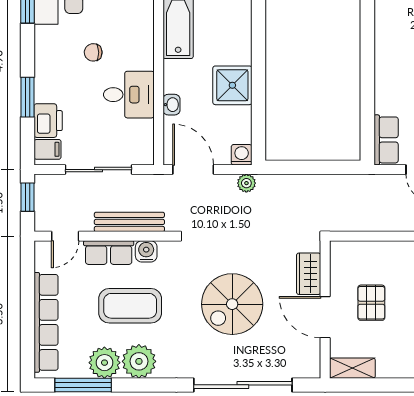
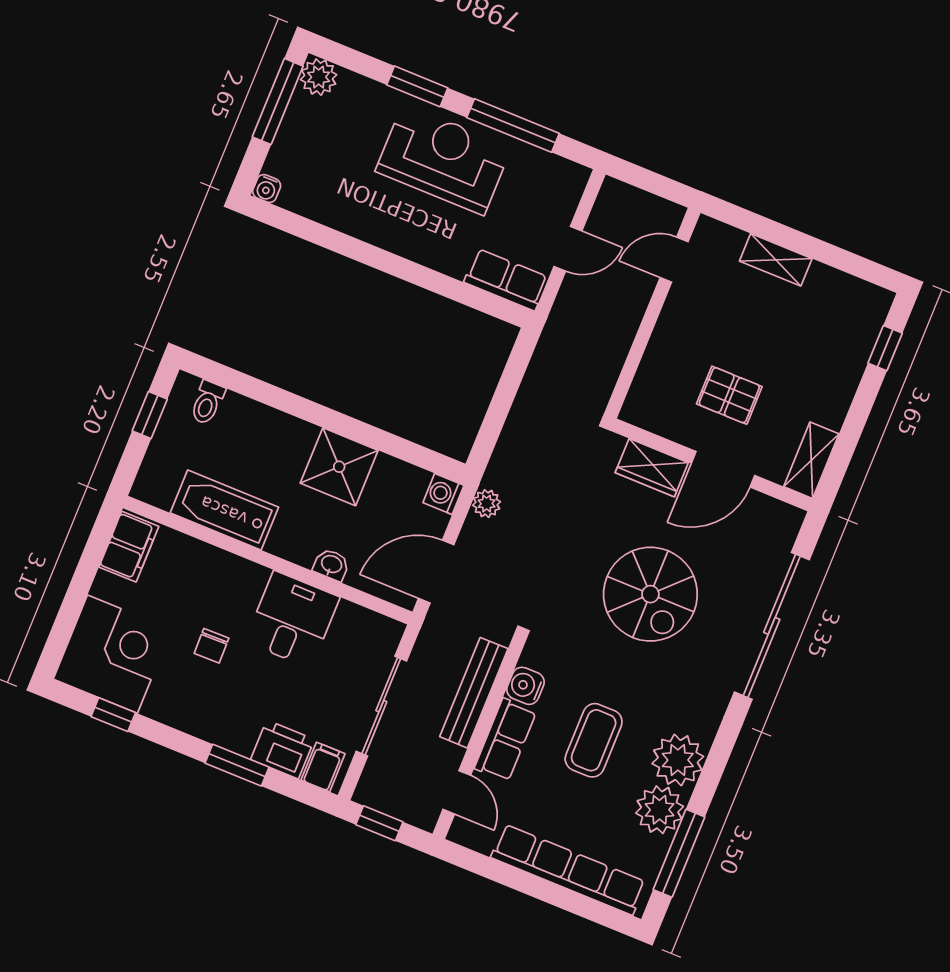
coffee table: (130, 306) -> (594, 740), width x0.73, depth x0.76

